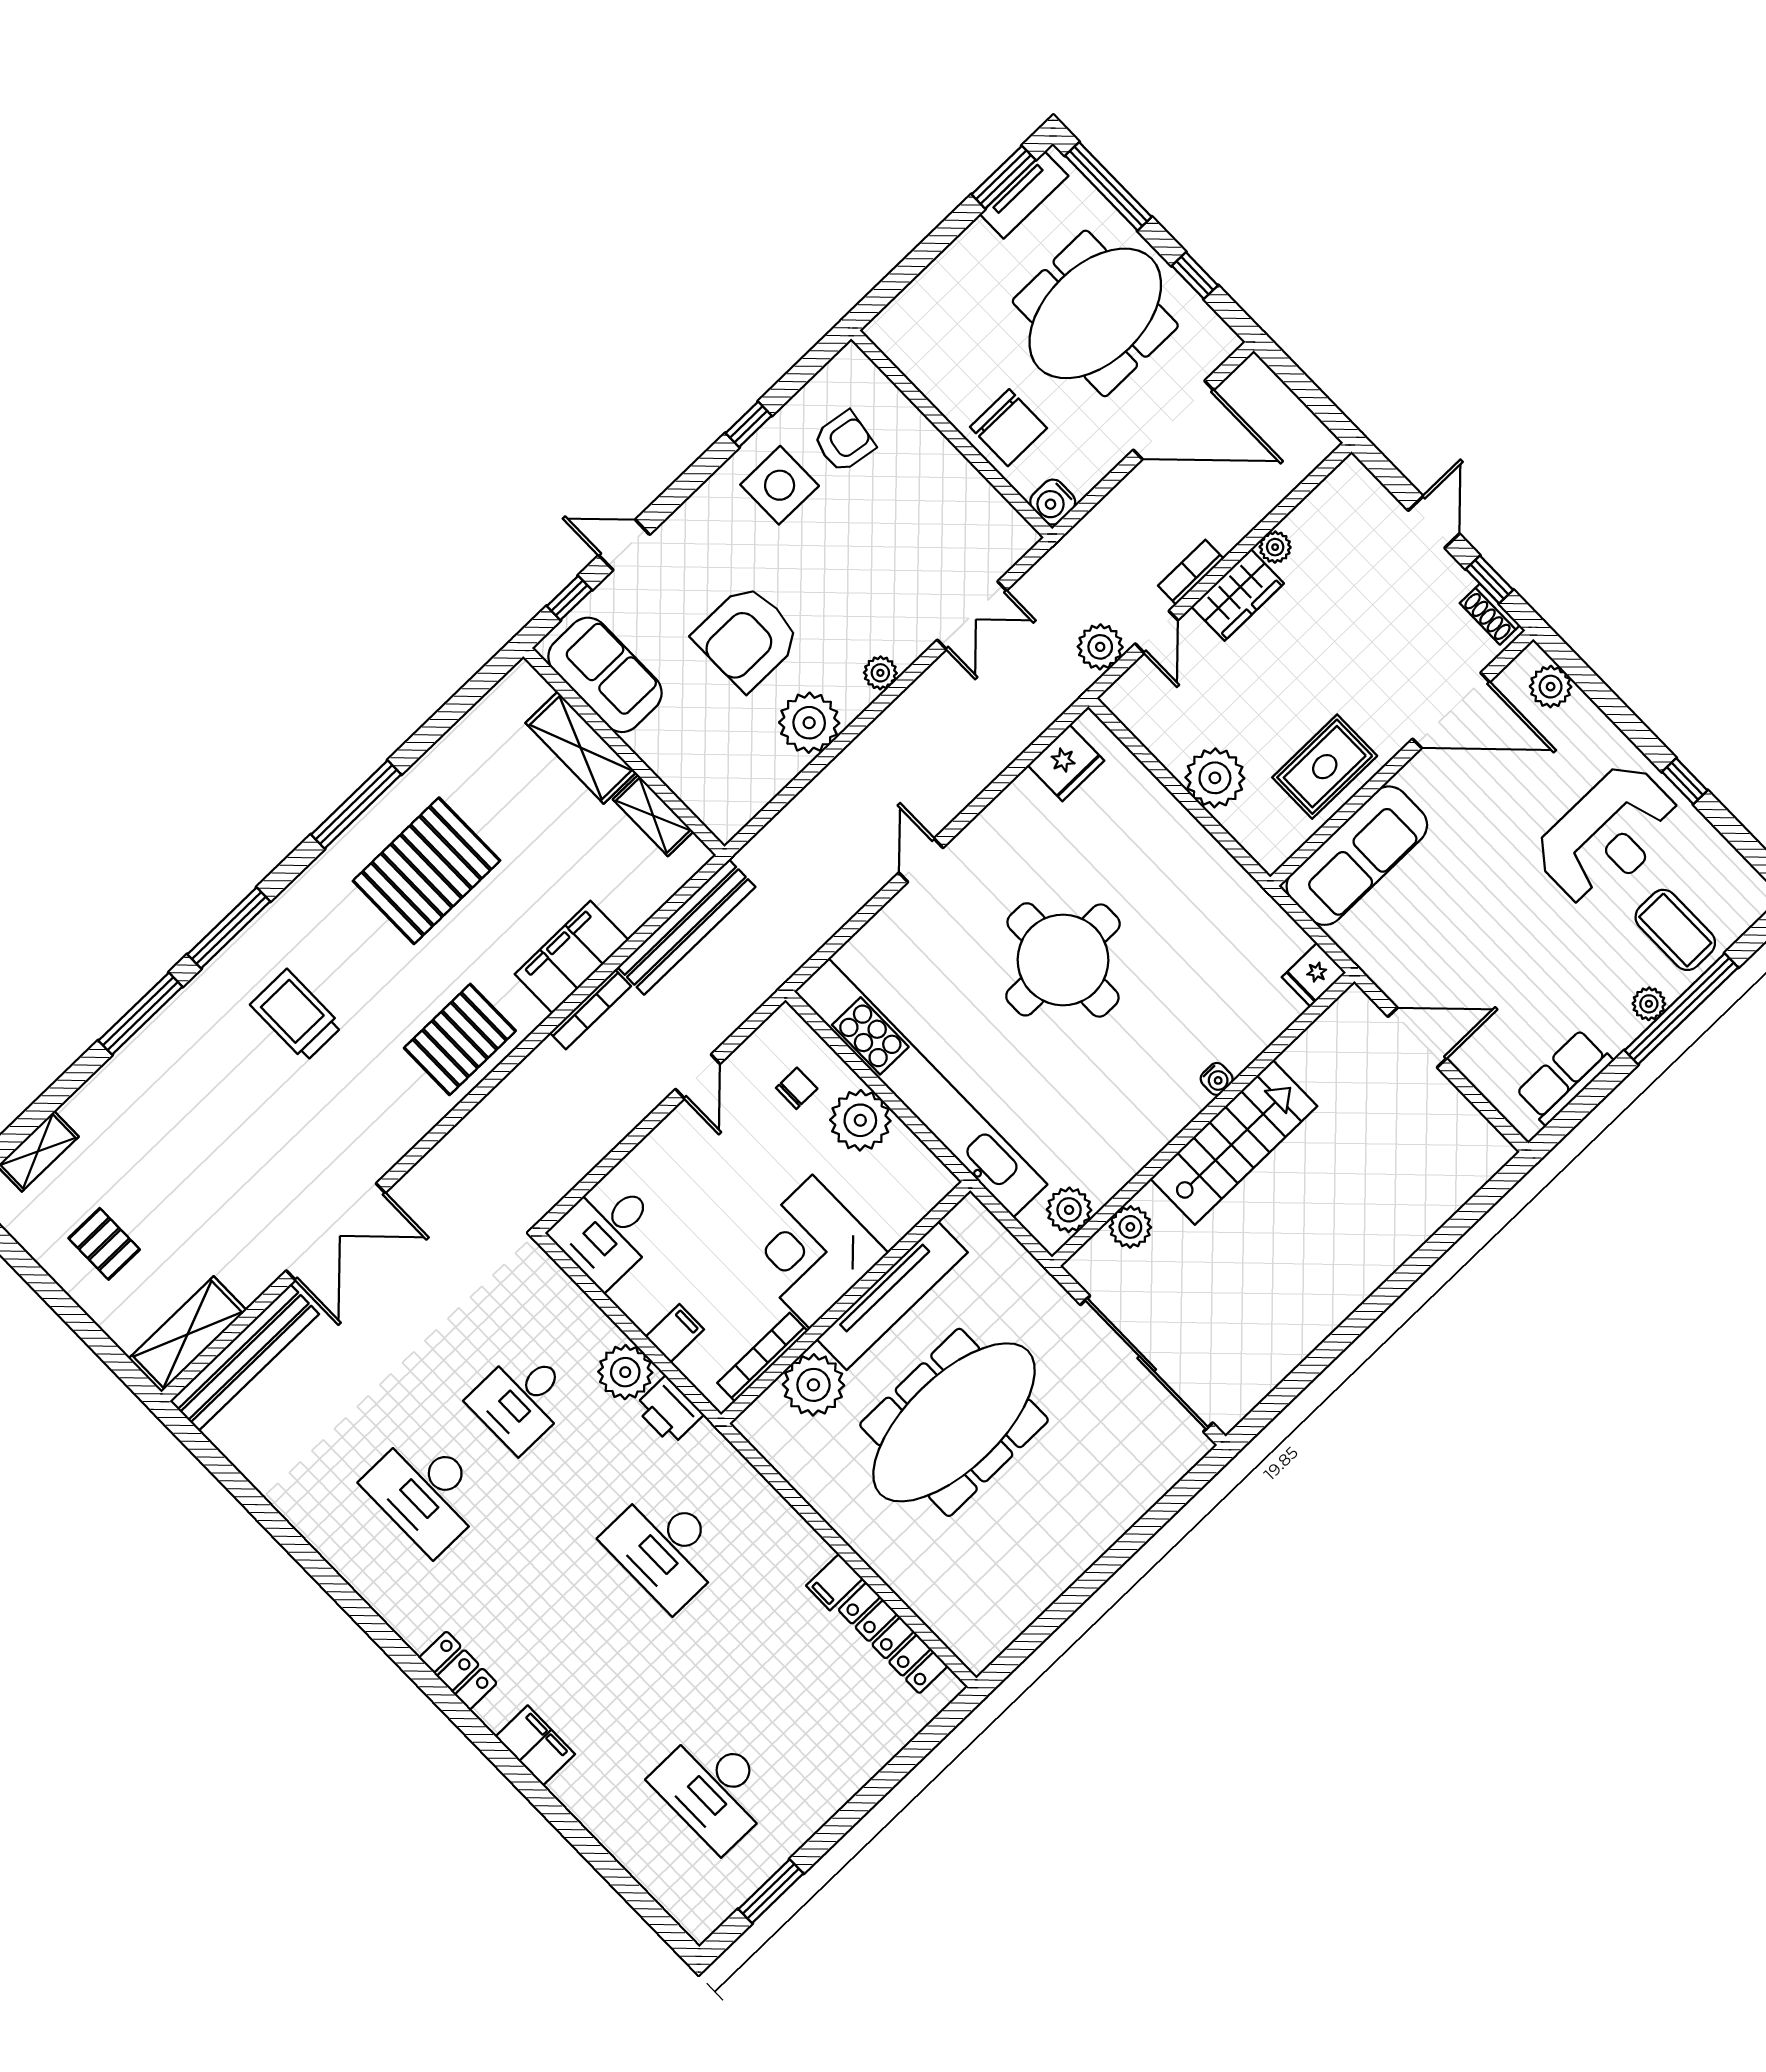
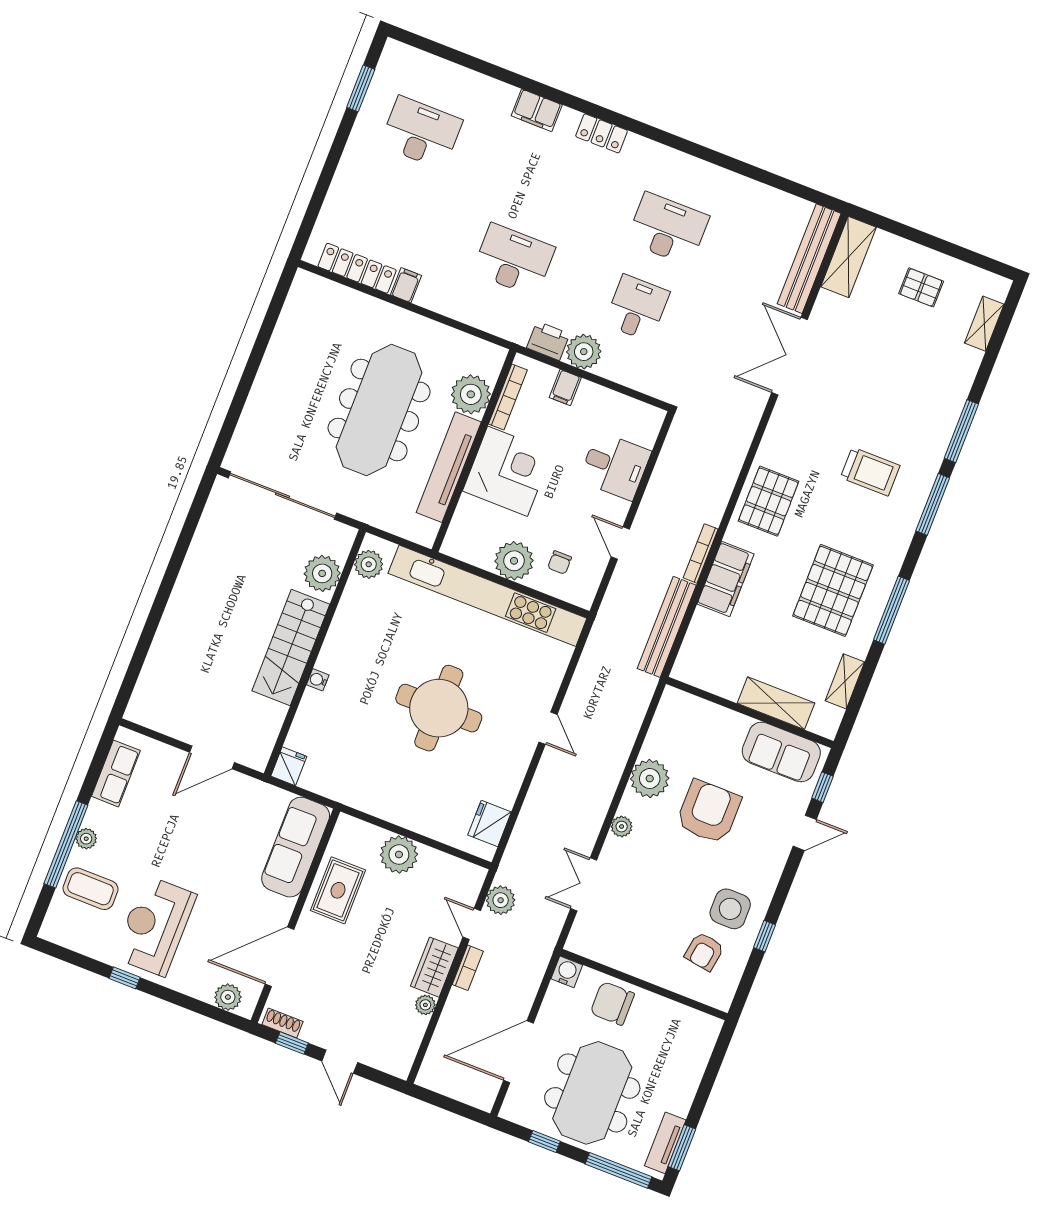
shelving: (653, 816) -> (845, 681), moved, turned 90
plant: (1130, 1227) -> (322, 573), width x1.36, depth x1.36
desk: (607, 1232) -> (615, 466), moved, turned 90

